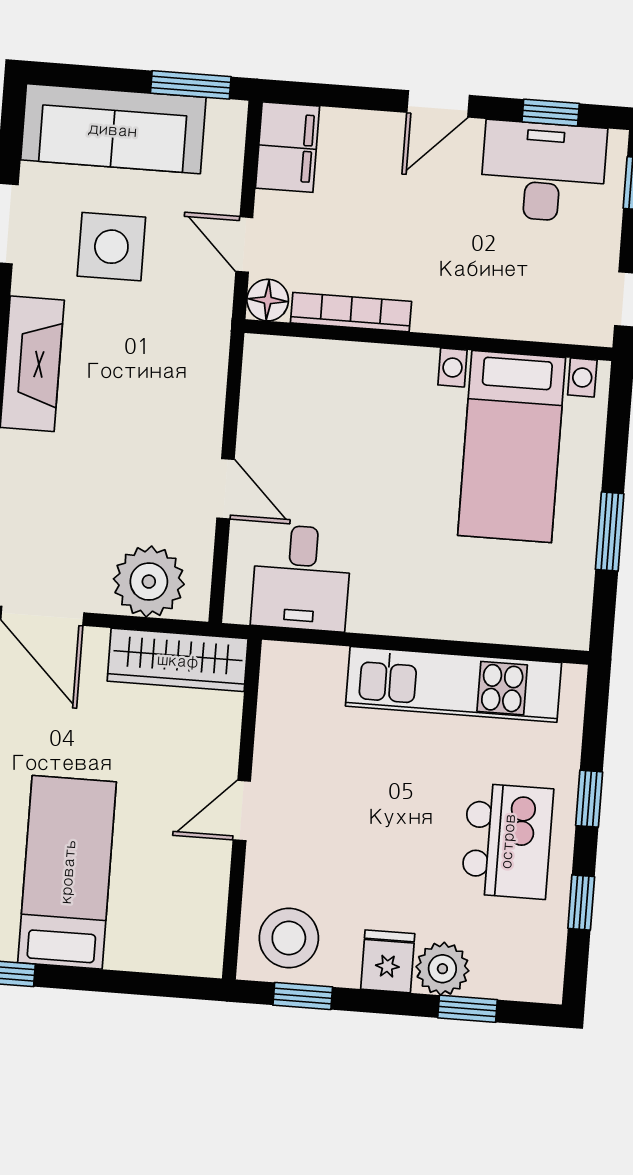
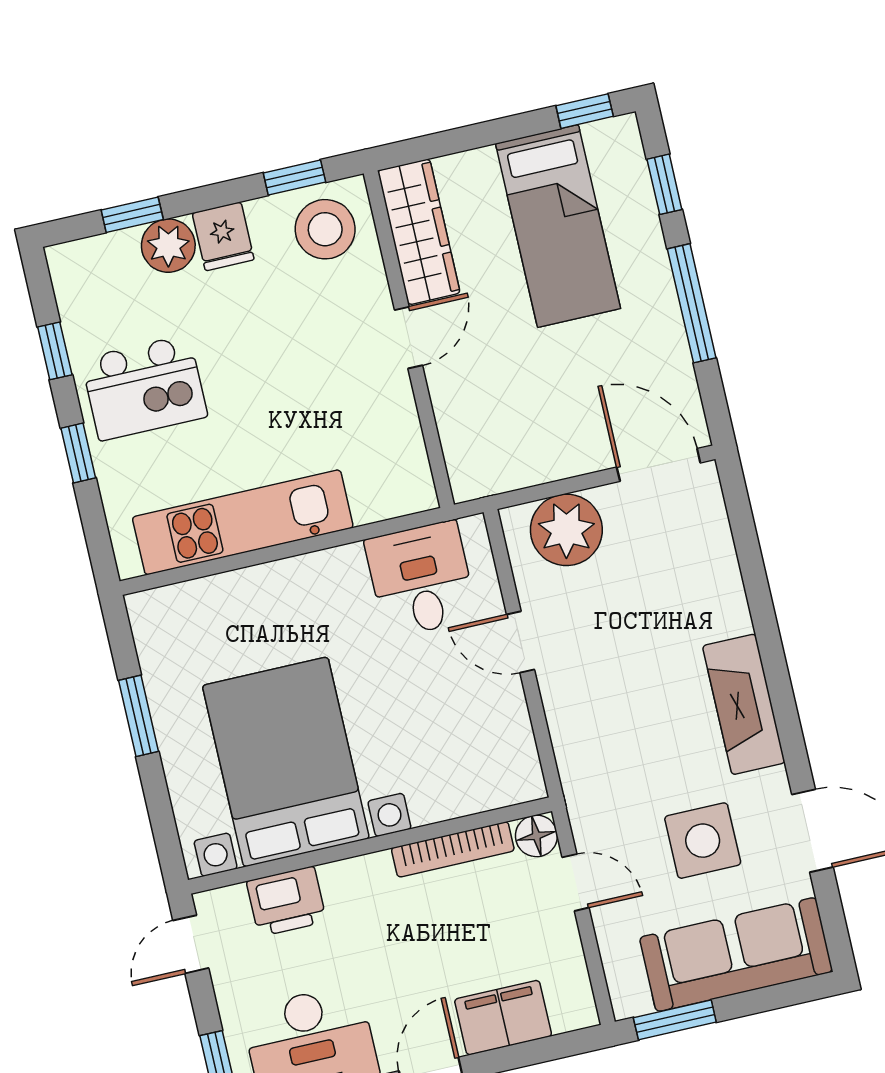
filing cabinet: (288, 147) -> (503, 1018), moved, turned 90
printer: (524, 312) -> (286, 901), added
bed with nightstands: (512, 447) -> (286, 762), width x1.36
wardrobe: (178, 660) -> (419, 232), moved, turned 90
kitchen island: (507, 841) -> (144, 388), turned -90

